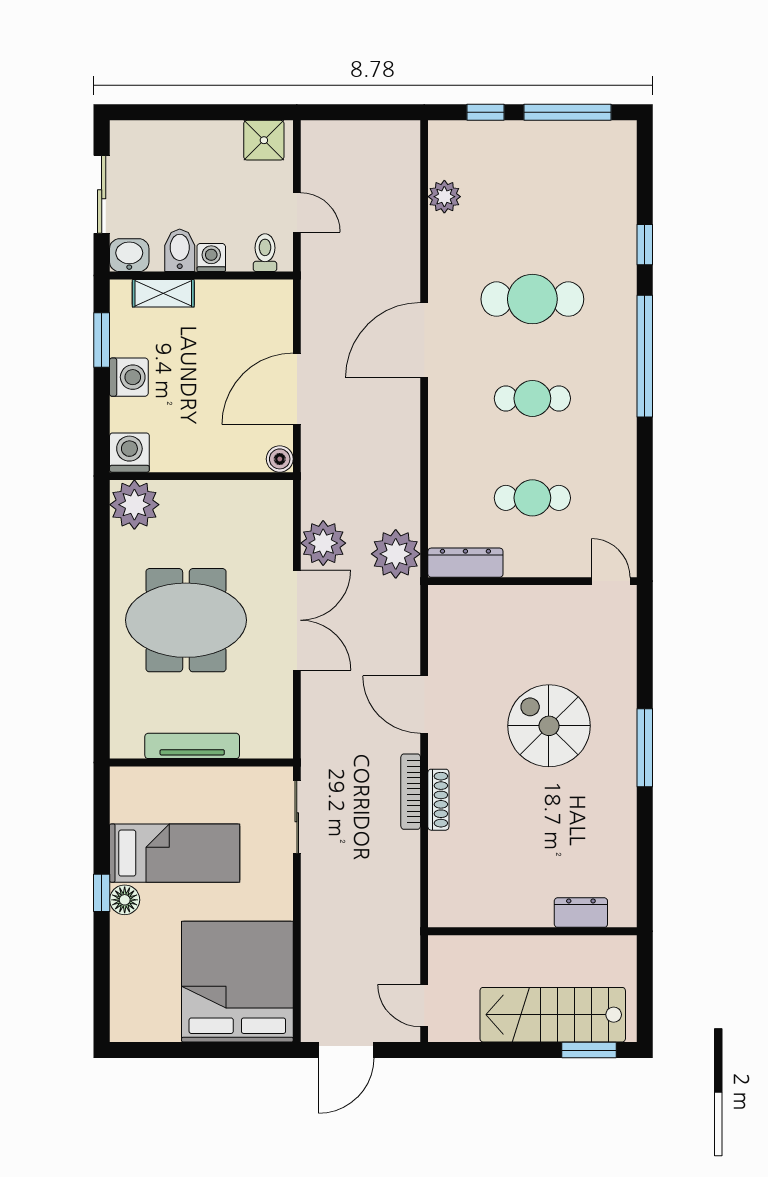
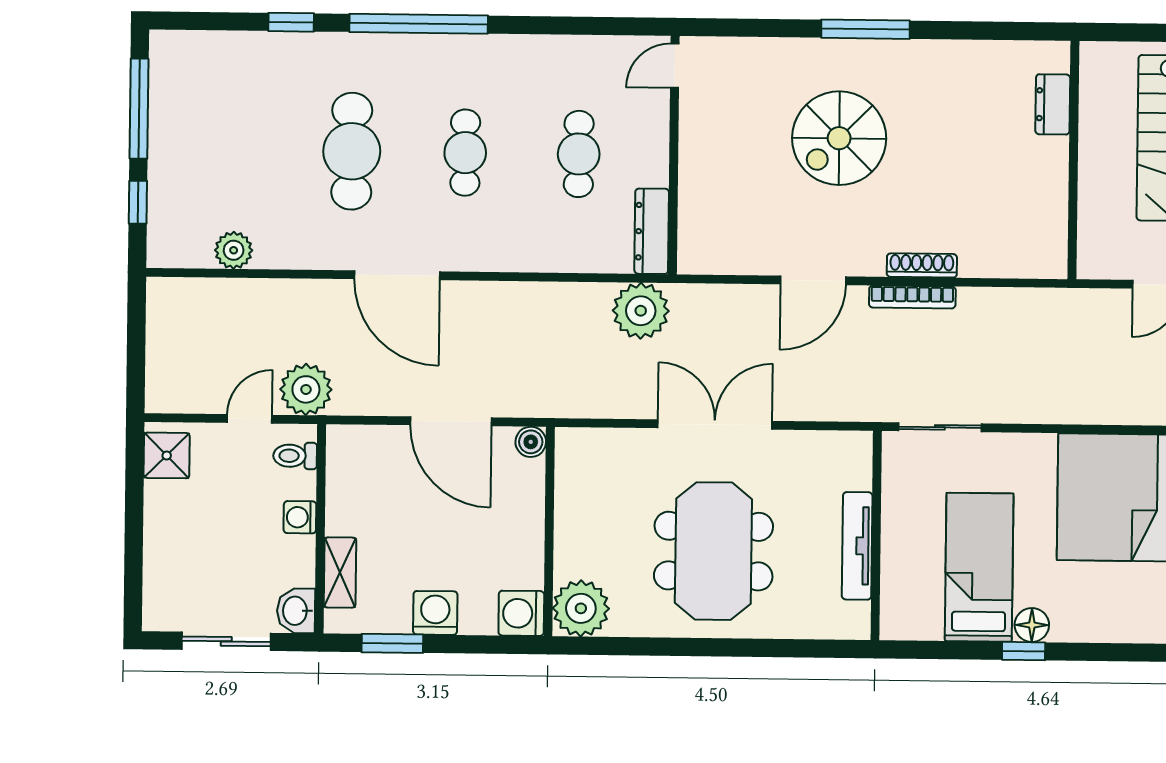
bidet: (180, 250) -> (291, 553), removed
plant: (323, 543) -> (306, 389), moved

